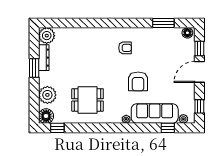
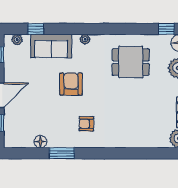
window: (163, 23) -> (62, 153), moved
floor lamp: (187, 33) -> (40, 142), moved
sofa: (155, 114) -> (51, 46), width x0.73

